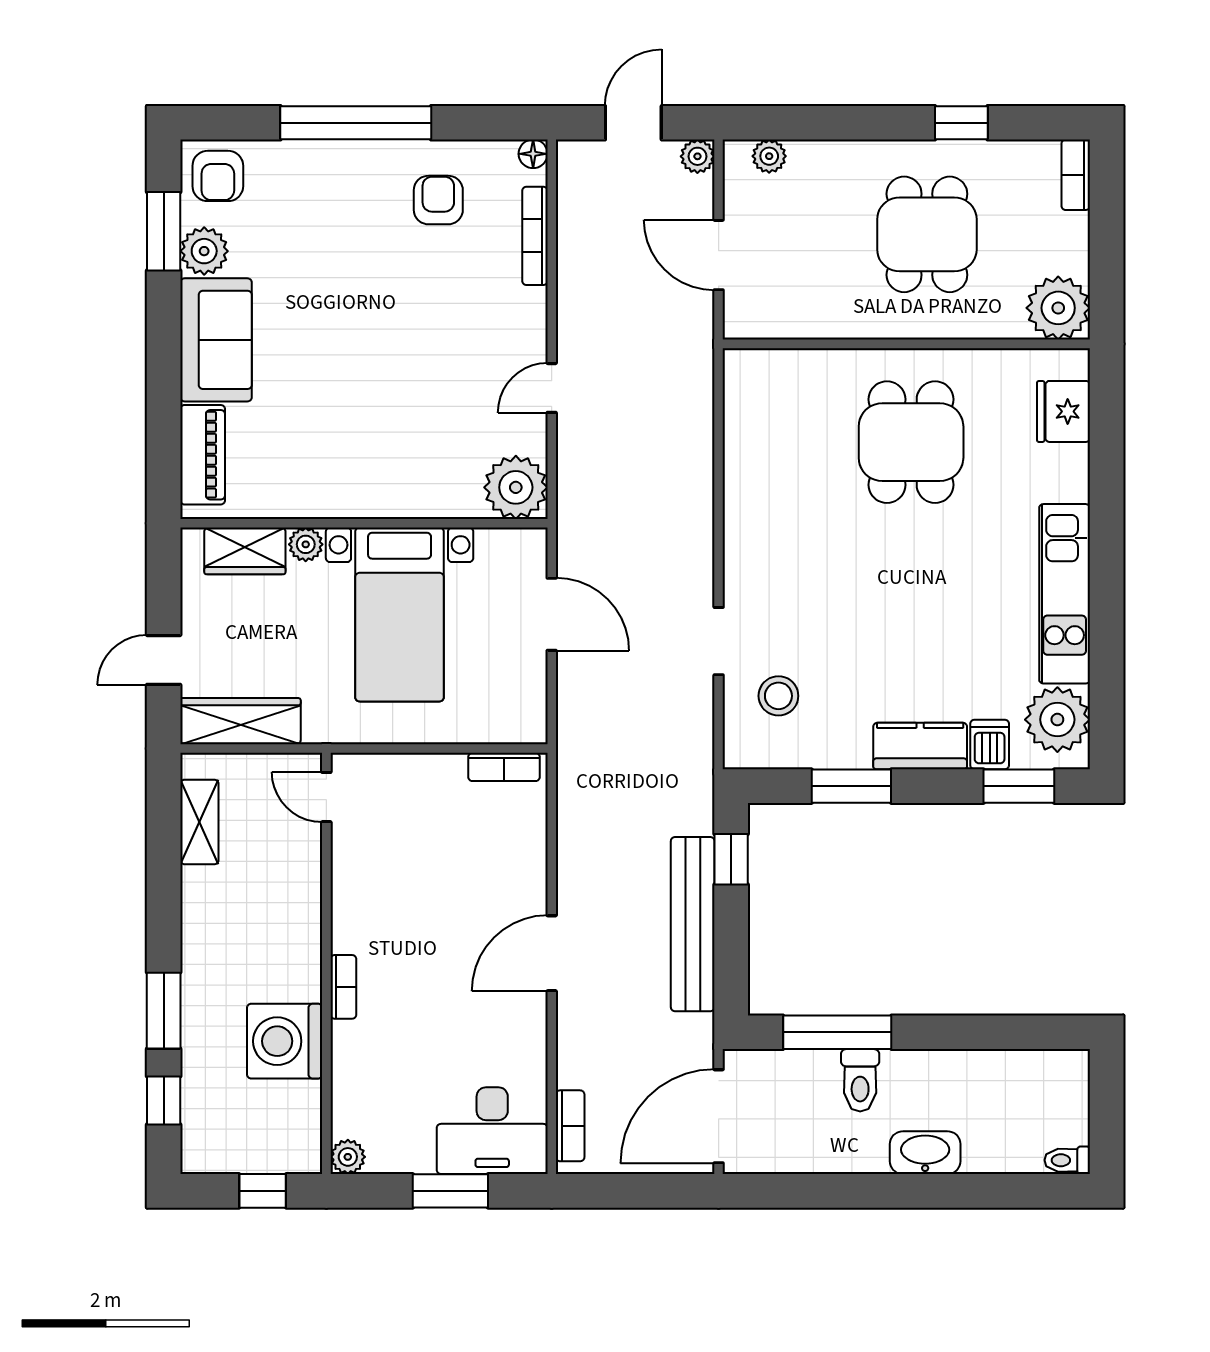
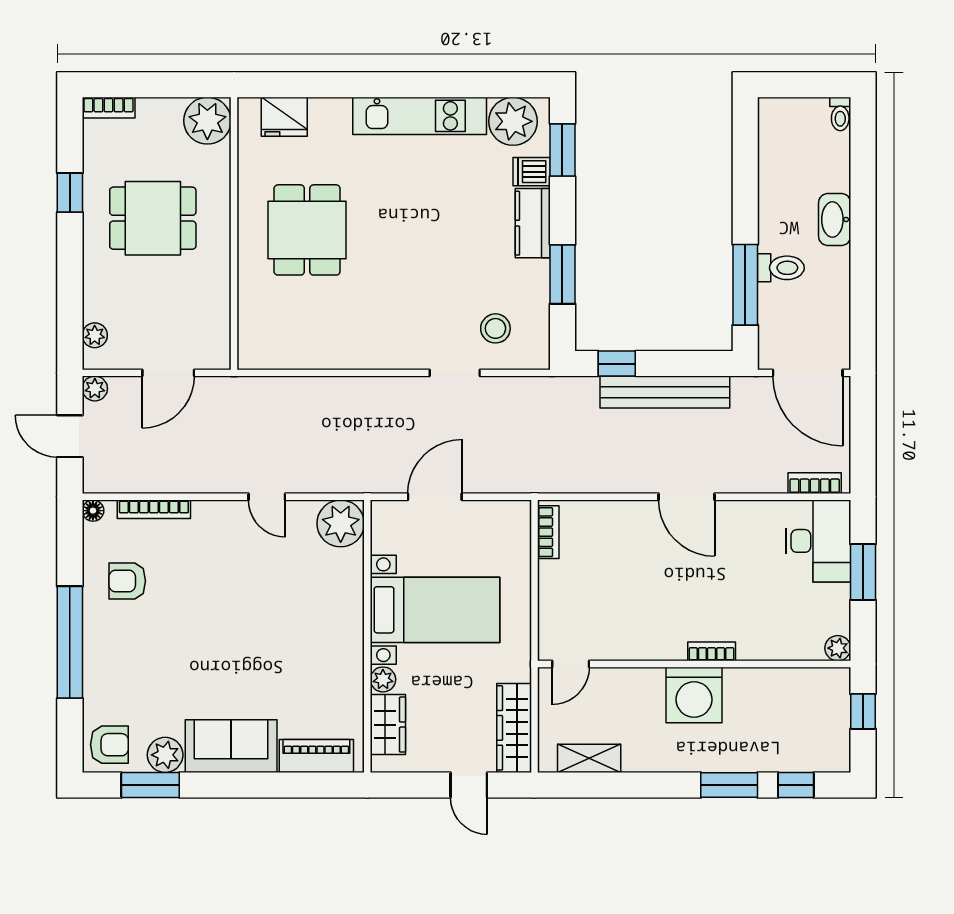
dining table: (911, 442) -> (307, 230), turned 90
washing machine: (285, 1041) -> (694, 695), moved

